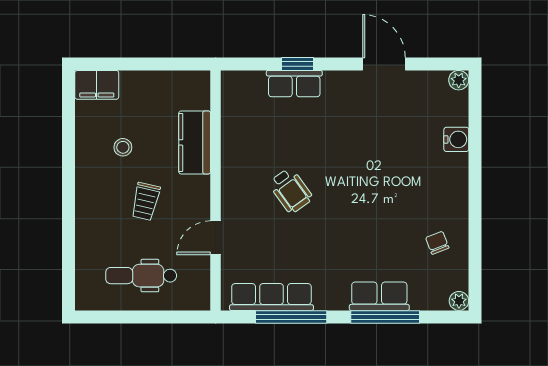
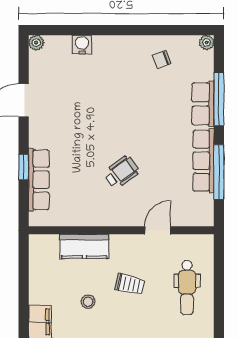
row of seats: (294, 84) -> (39, 180), width x1.48
door: (216, 238) -> (158, 230), swing flipped
row of seats: (271, 297) -> (203, 161), moved

